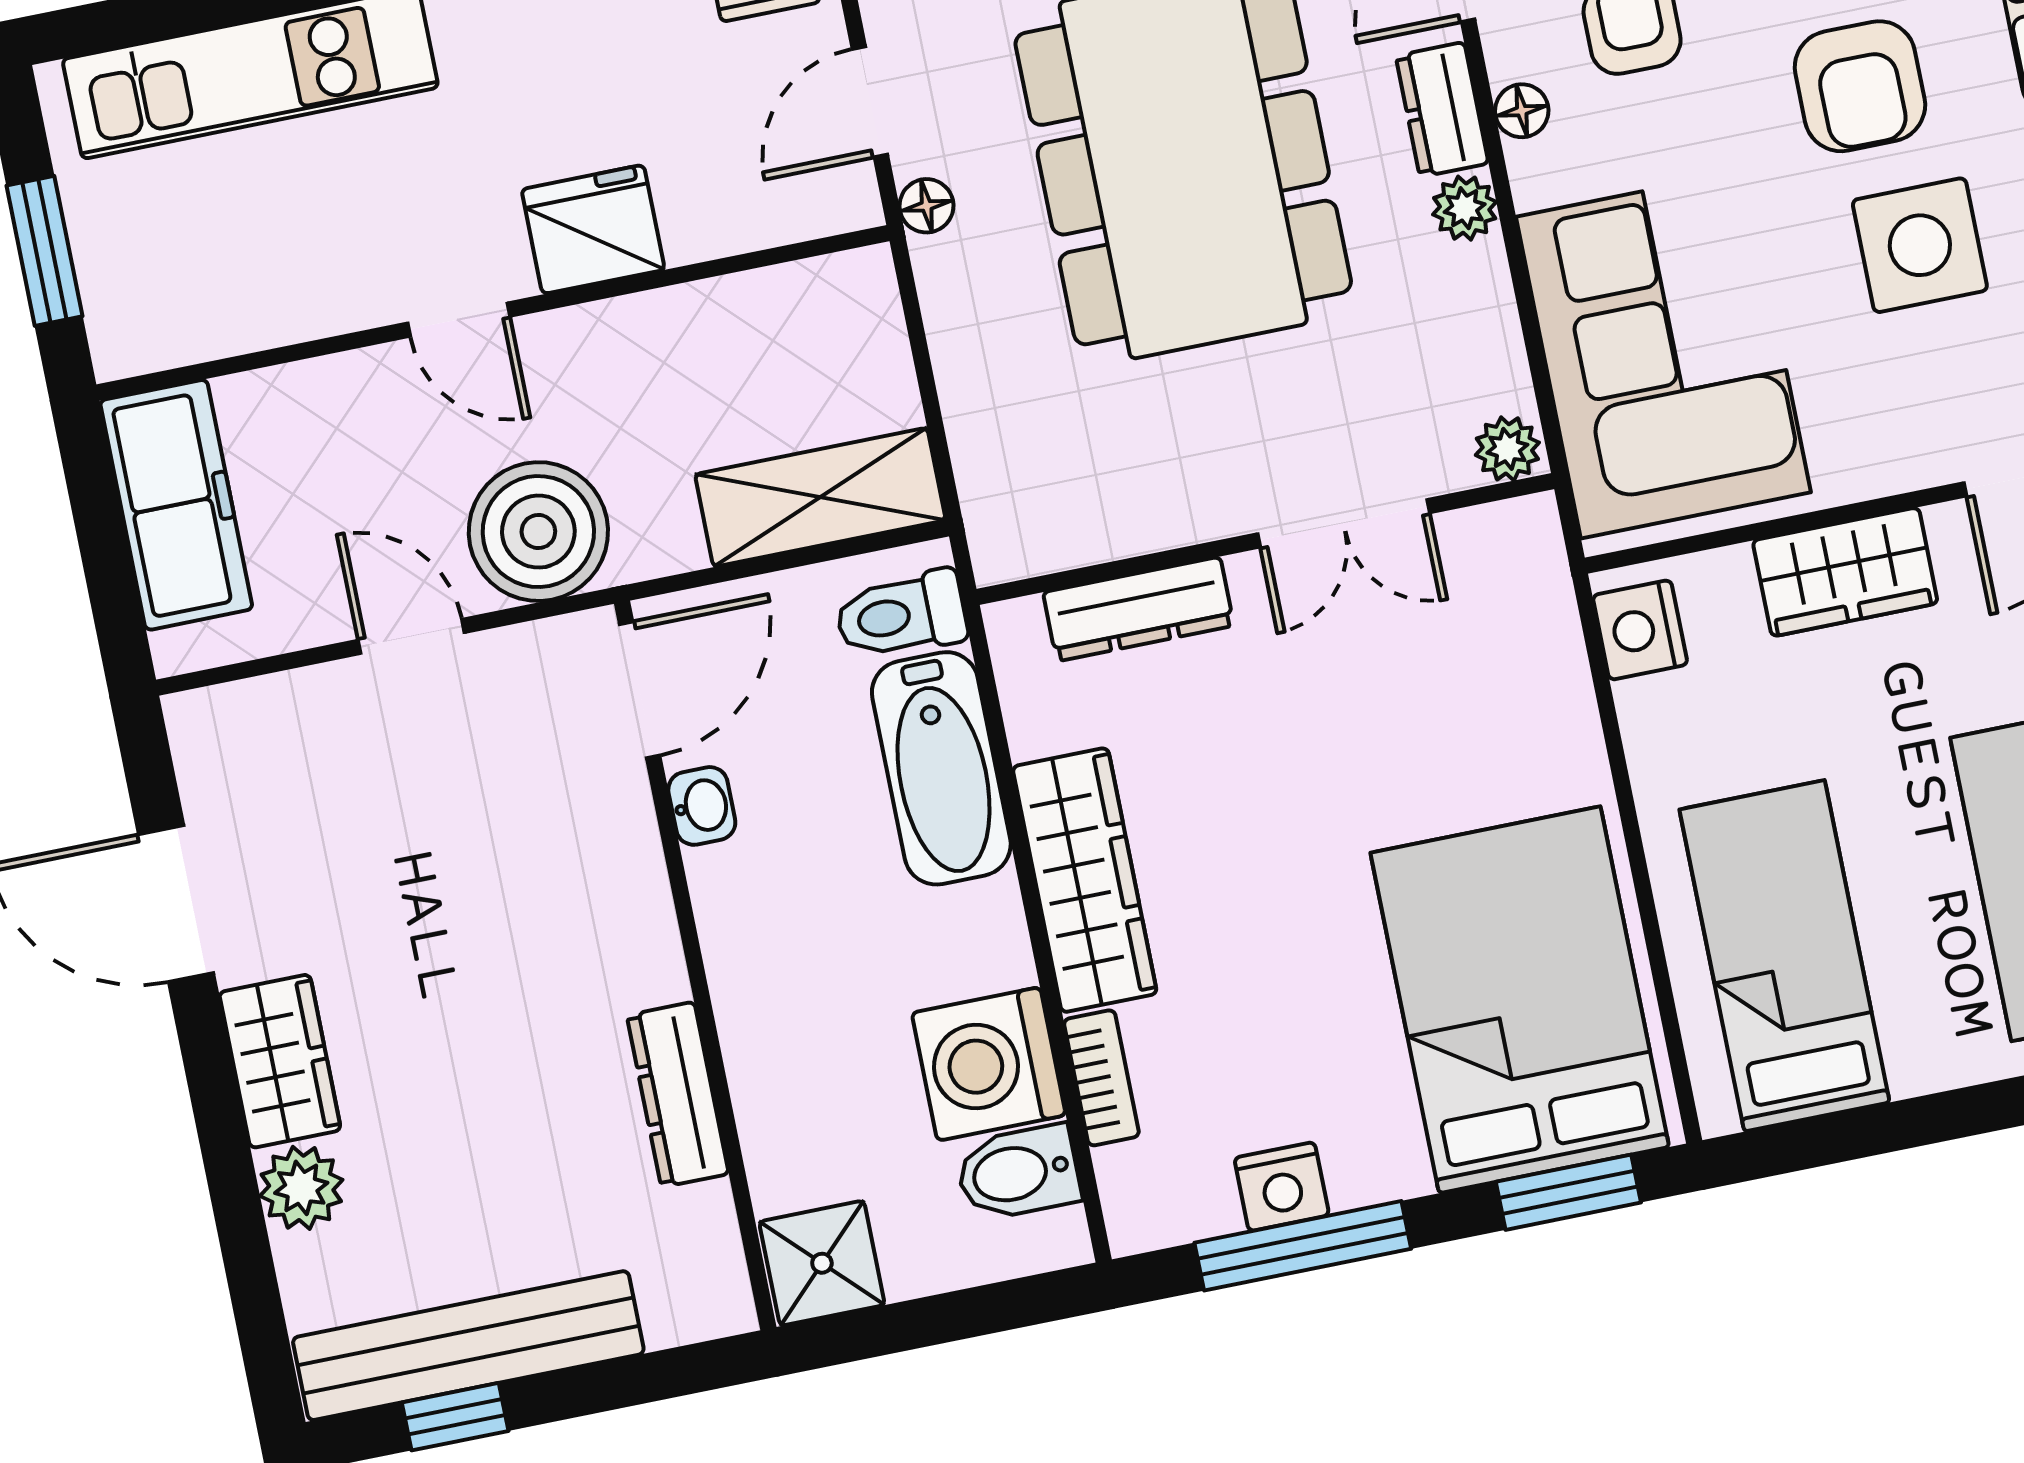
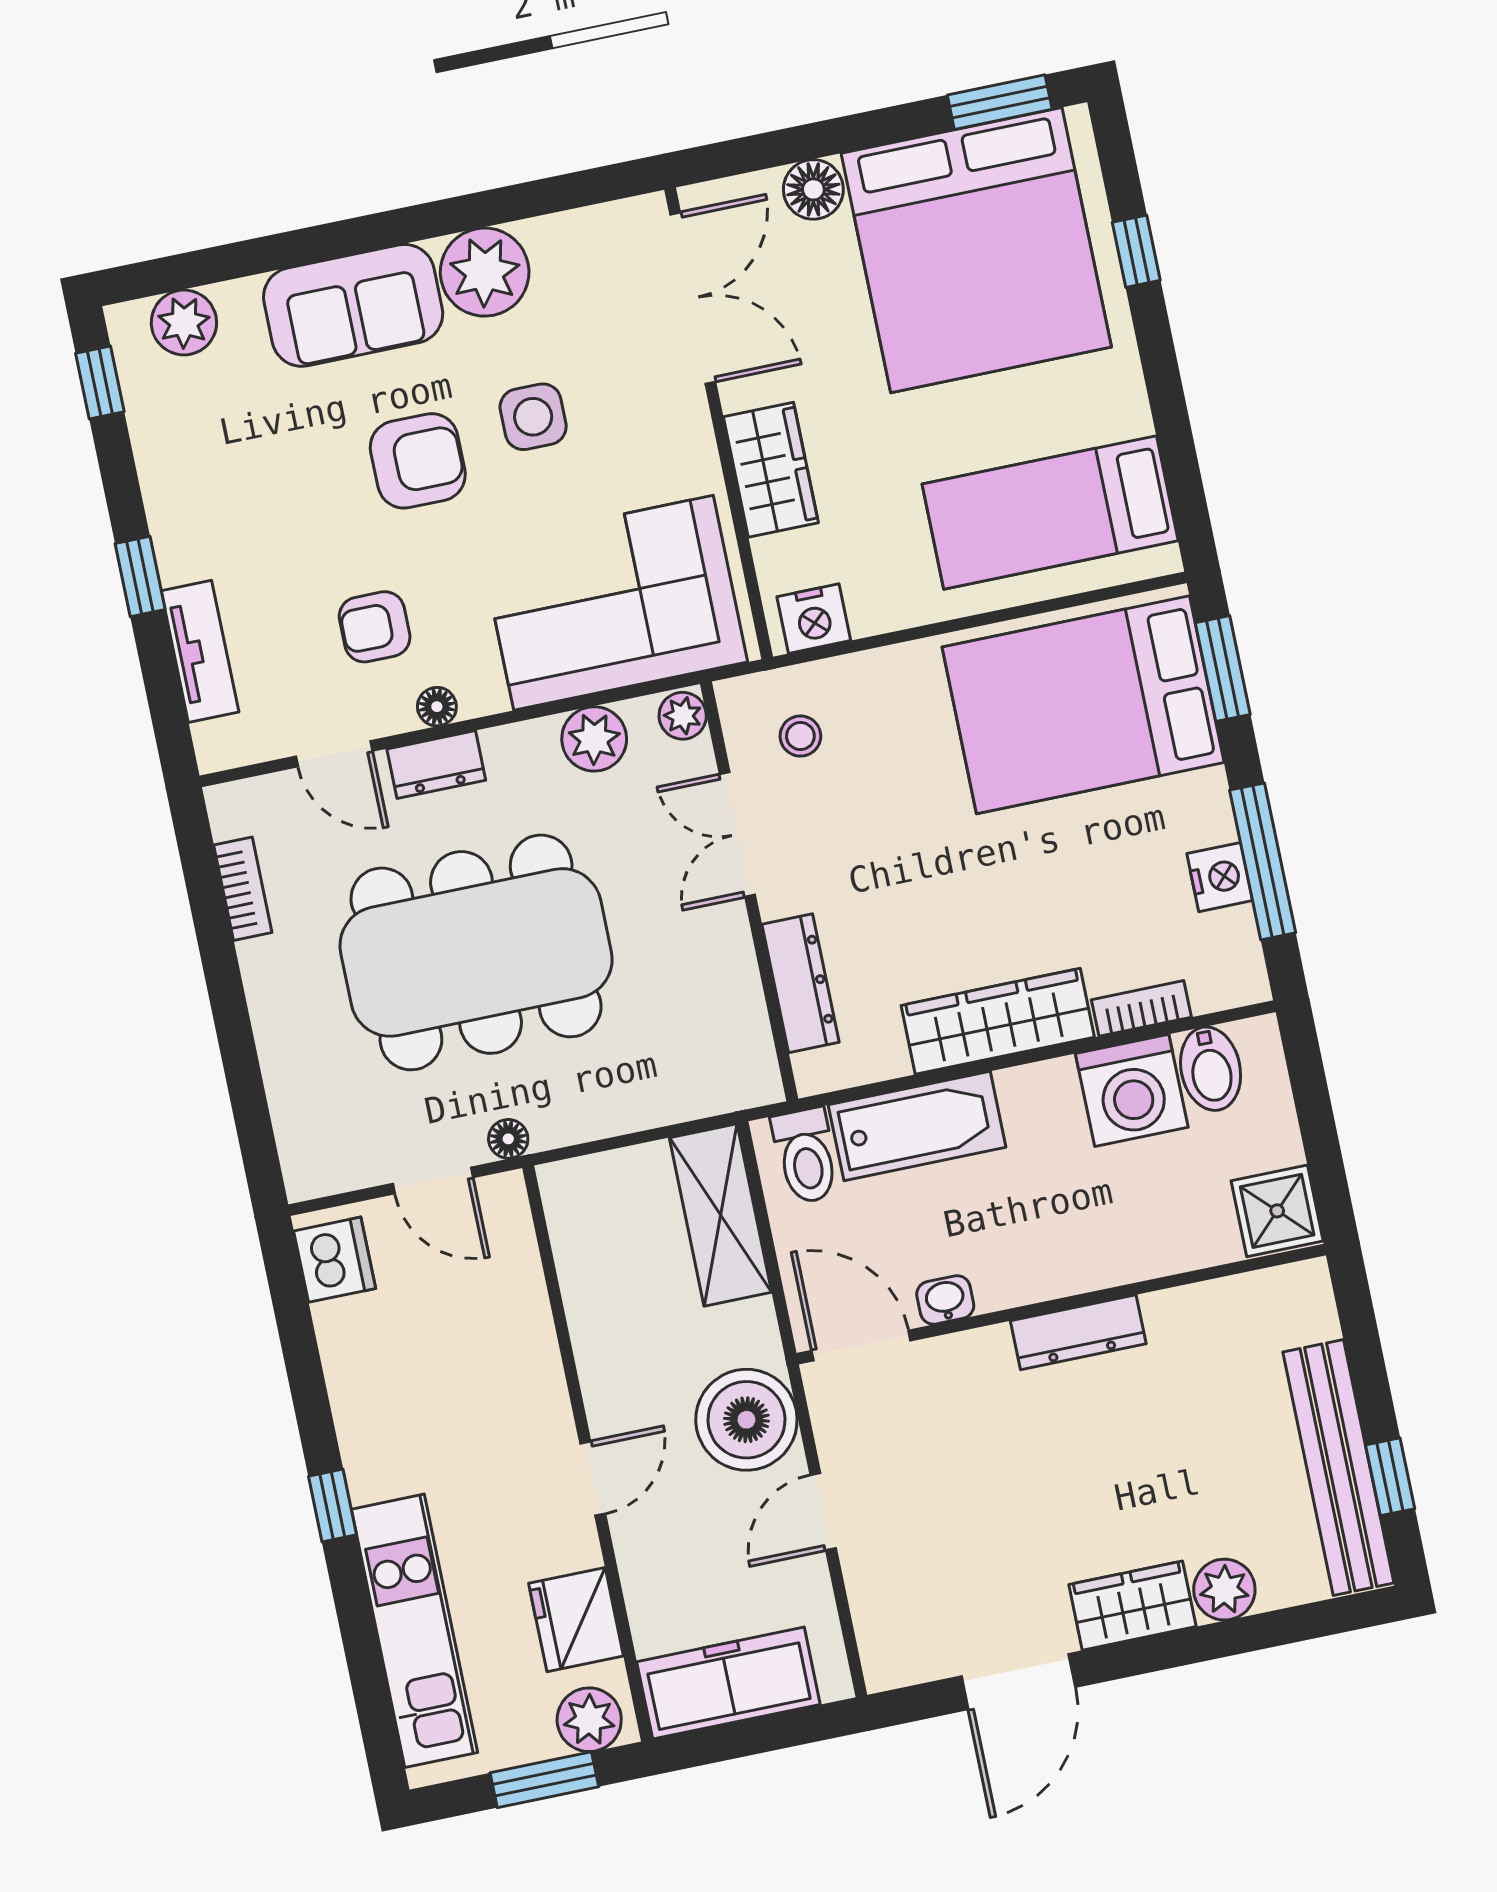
plant: (1465, 208) -> (594, 739), moved, width x1.38, depth x1.38
fridge: (593, 229) -> (576, 1620), moved
side table: (1920, 245) -> (533, 417), width x0.73, depth x0.73
plant: (127, 313) -> (589, 1720), added
double door: (1344, 523) -> (737, 835), swing flipped
stool: (1479, 611) -> (800, 736), added
dresser: (678, 1095) -> (1078, 1332), moved

